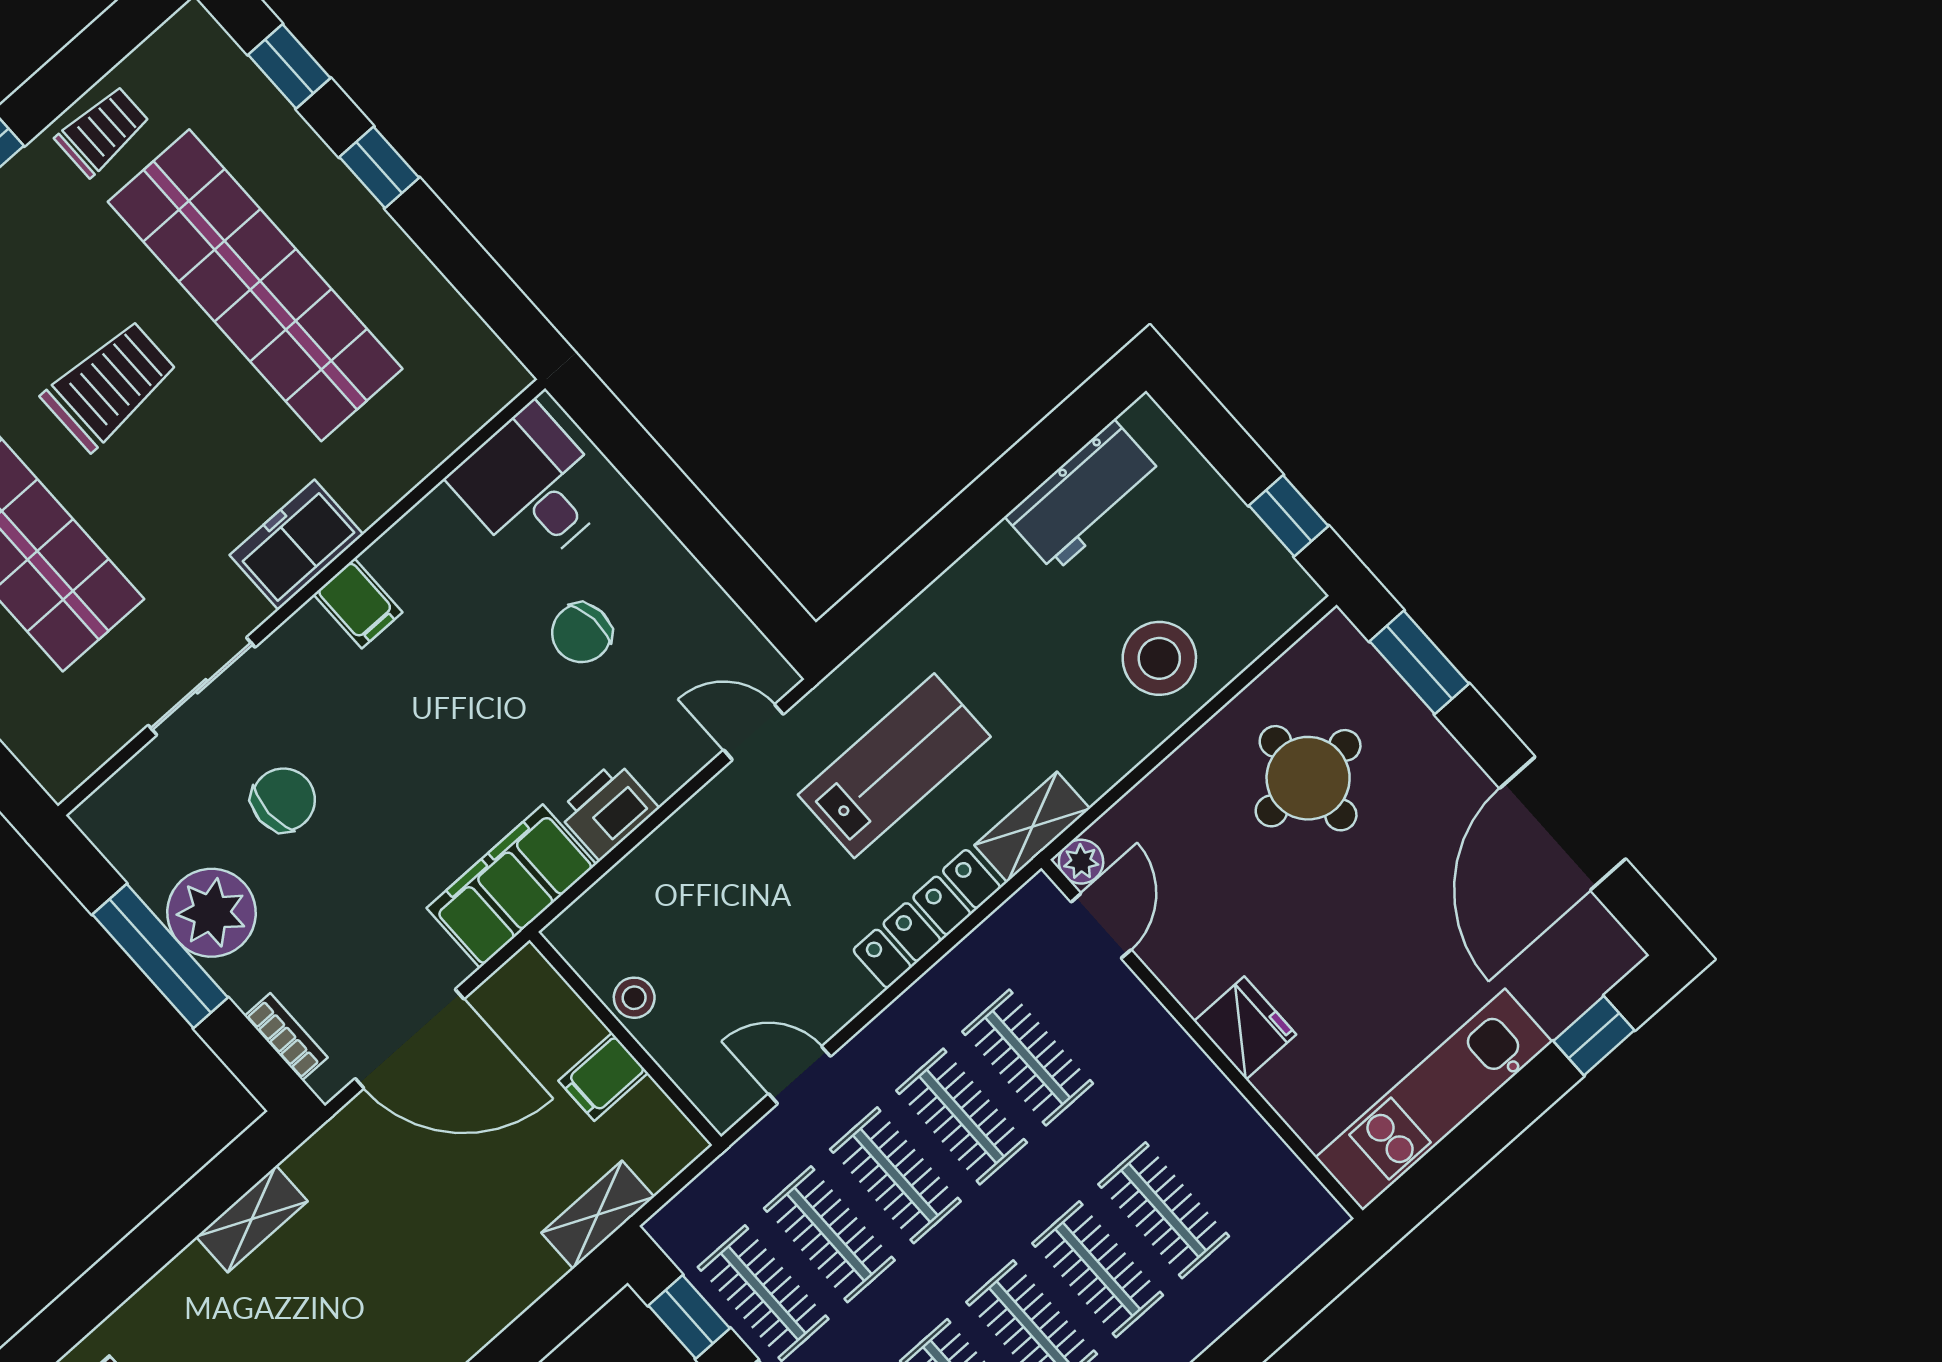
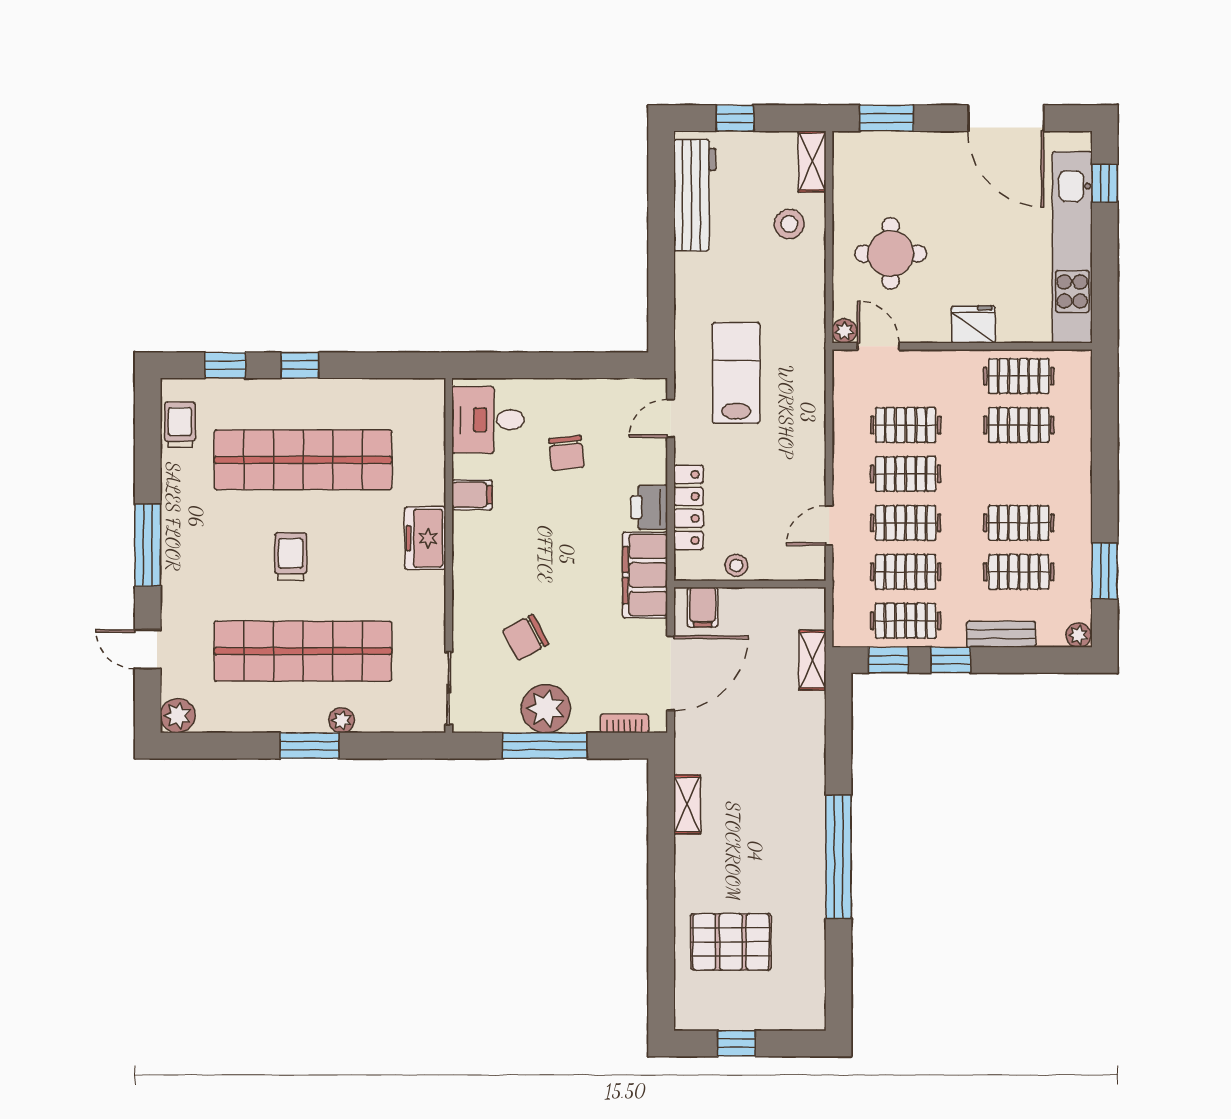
trolley: (103, 131) -> (180, 425), moved
trolley: (110, 385) -> (291, 557), width x0.73, depth x0.72
workbench: (1084, 496) -> (695, 195), width x1.38
window: (1289, 516) -> (735, 118), moved
filing cabinet: (358, 603) -> (472, 495), moved
stool: (1159, 658) -> (789, 224), width x0.73, depth x0.73
sliding door: (202, 686) -> (449, 688), moved
round table: (1308, 778) -> (891, 253), moved
chair: (283, 800) -> (526, 637), turned -118
shelving: (1032, 827) -> (812, 161), moved
locker: (927, 919) -> (688, 507), moved, turned 180
filing cabinet: (603, 1077) -> (703, 607), moved
kitchen unit: (1434, 1100) -> (1072, 247), width x1.36
clothes rail: (1098, 1269) -> (1019, 376), moved

